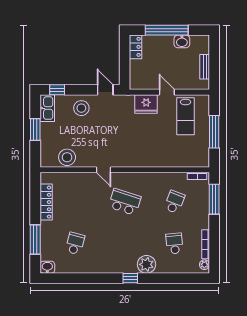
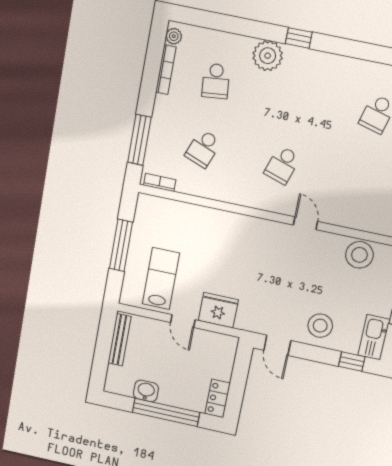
bench: (205, 67) -> (119, 340), width x1.36
school desk: (125, 202) -> (282, 165), width x0.54

